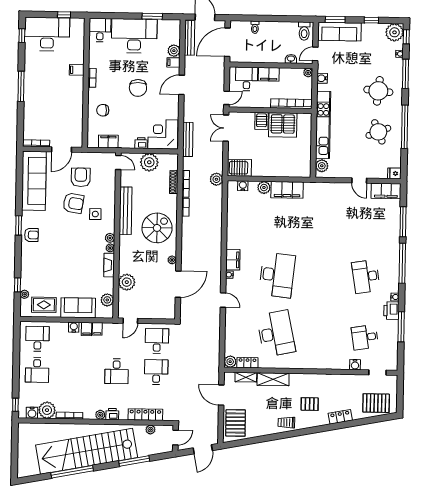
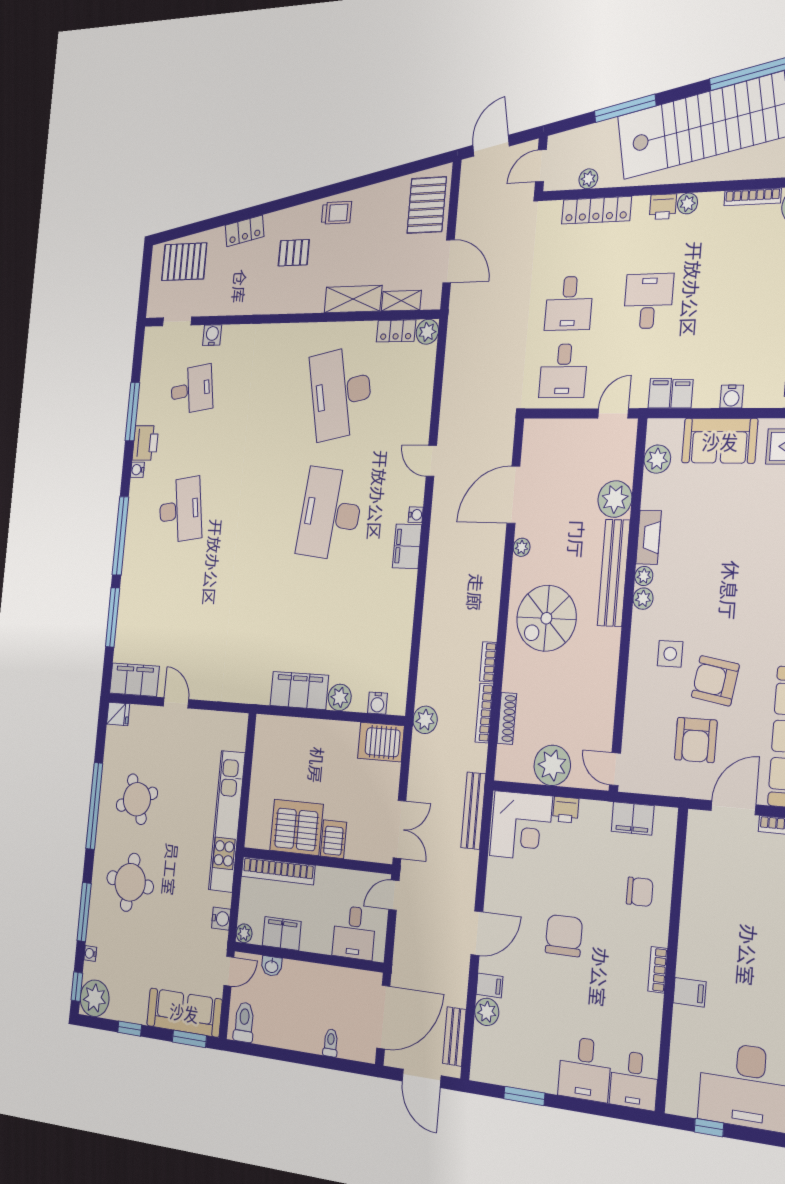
desk: (134, 36) -> (585, 1069), width x0.53, depth x0.77
bench: (190, 38) -> (454, 1037), width x0.73
filing cabinet: (269, 74) -> (282, 933), moved
plant: (322, 166) -> (236, 737), removed
bench: (126, 211) -> (614, 573), moved
filing cabinet: (87, 329) -> (660, 393), moved

